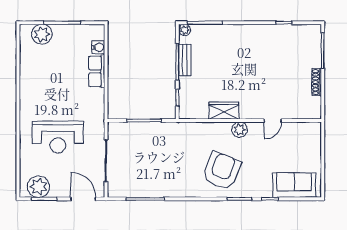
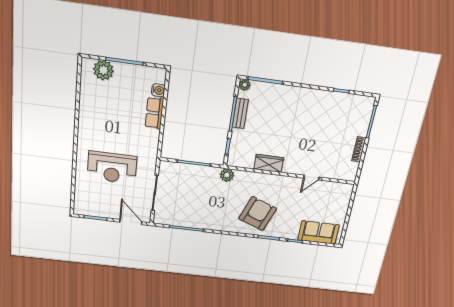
plant: (239, 130) -> (227, 175), moved
plant: (38, 187) -> (91, 207), removed

